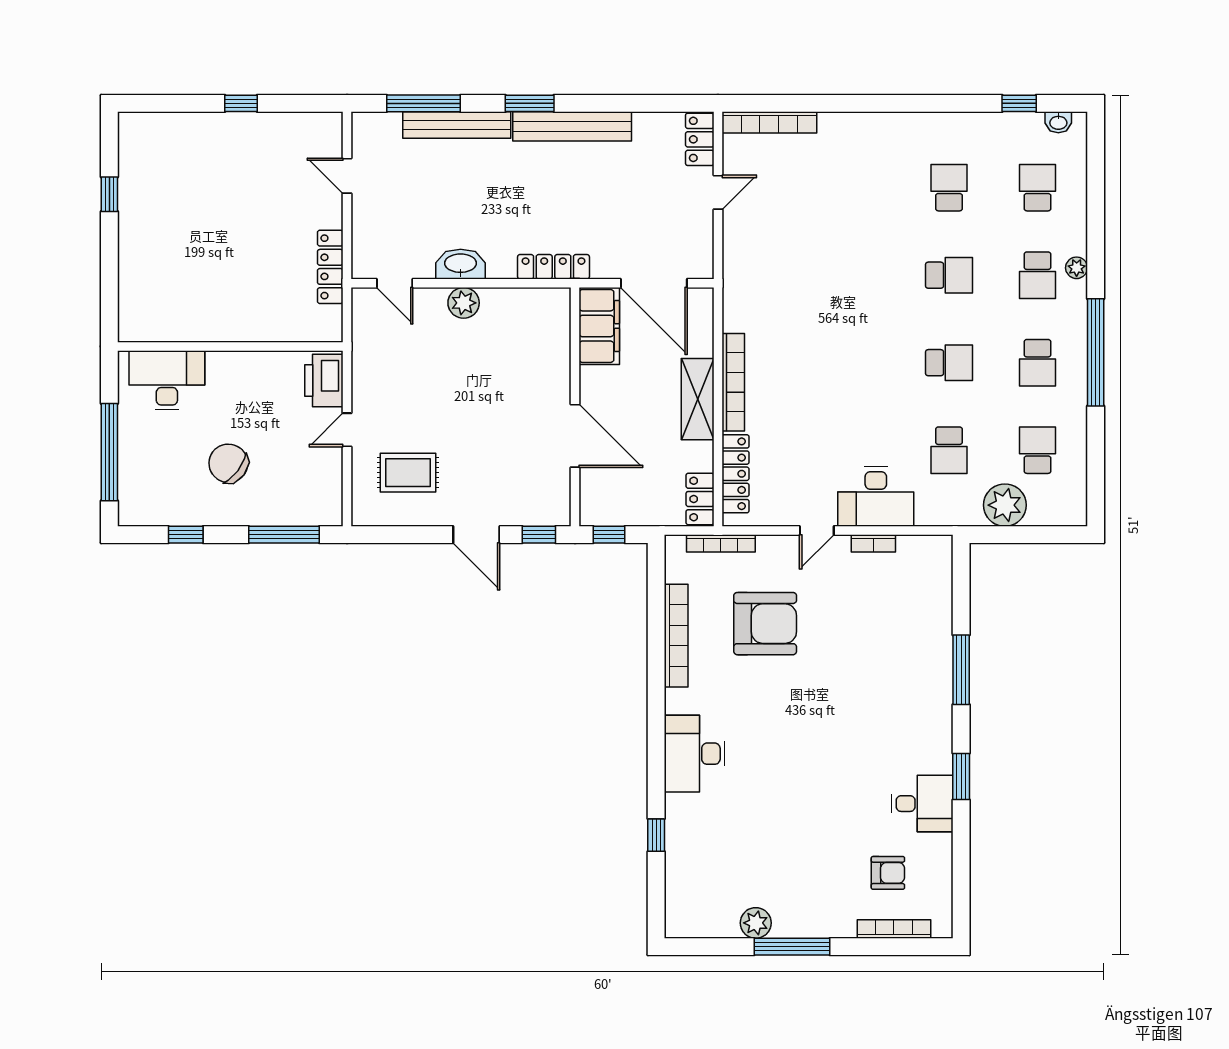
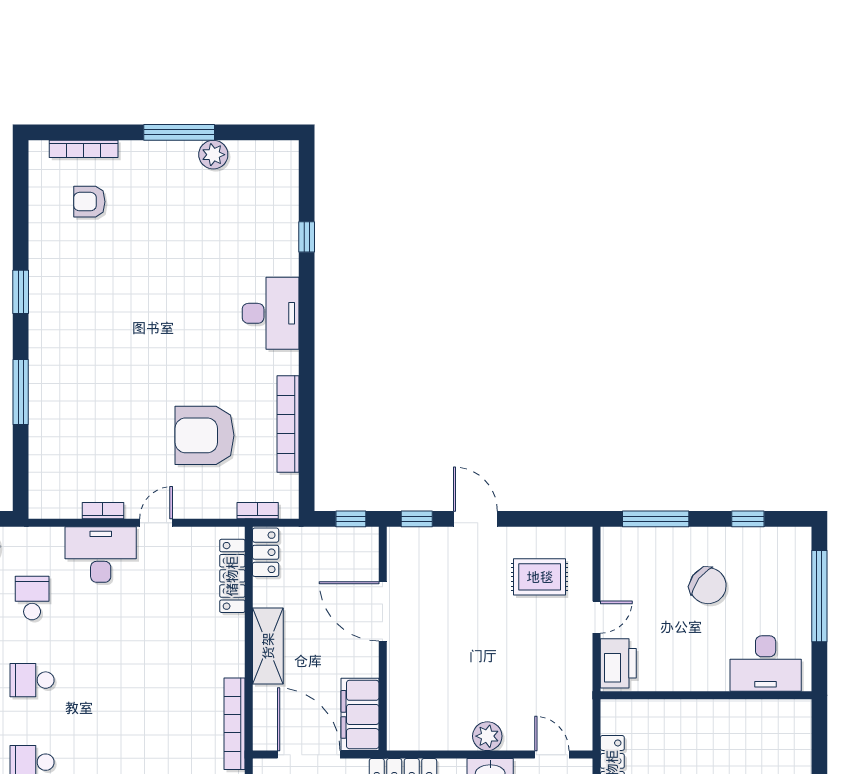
bookcase: (733, 382) -> (234, 724), moved
bookcase: (721, 543) -> (258, 511), width x0.64
desk: (922, 804) -> (57, 267), removed

